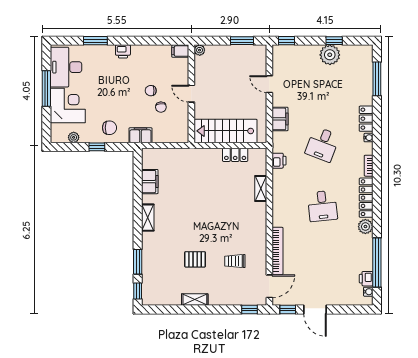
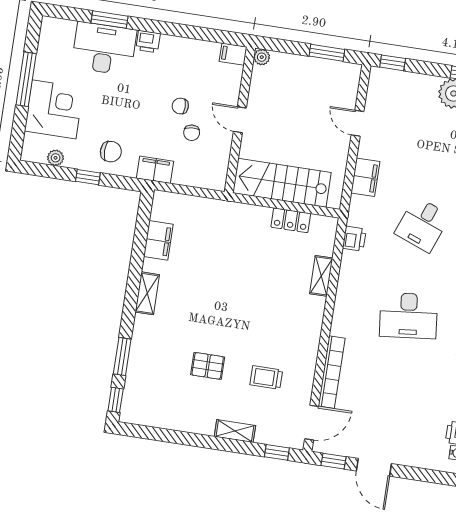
desk: (66, 67) -> (104, 49), moved, turned 90
desk: (322, 206) -> (408, 316), width x1.37
shelving: (195, 300) -> (235, 431), moved

